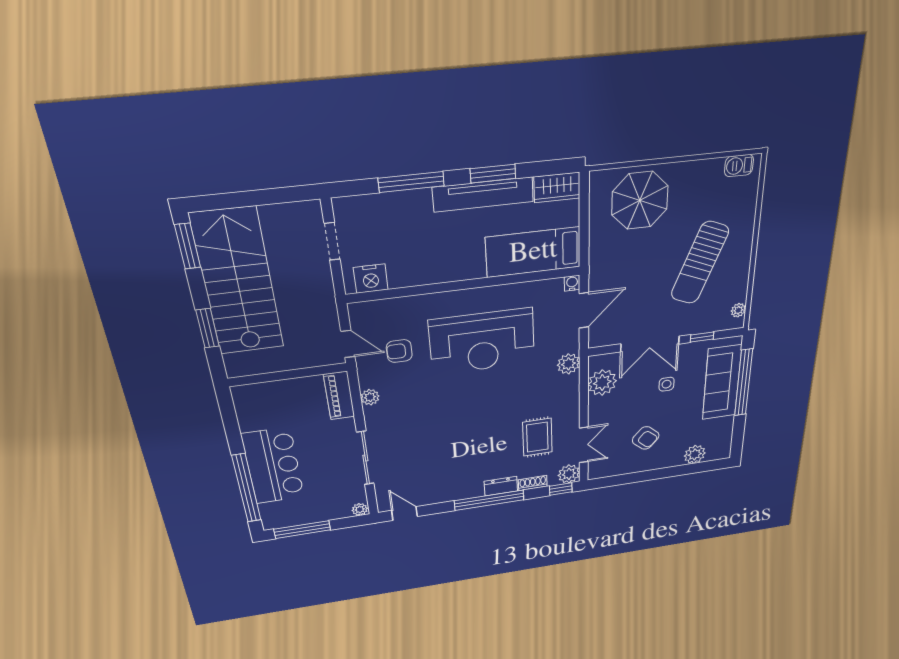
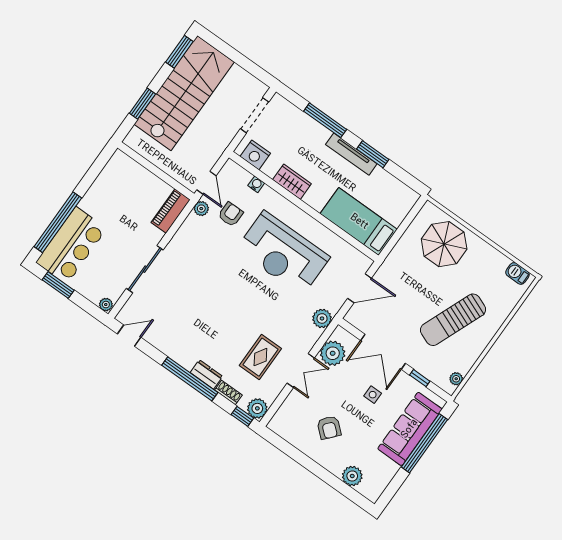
wardrobe: (557, 187) -> (292, 182), moved, turned 180
tv unit: (483, 195) -> (351, 154), width x0.73, depth x0.78
doorway: (332, 241) -> (255, 115), width x1.38
water cooler: (572, 283) -> (256, 184), moved
armchair: (399, 351) -> (231, 214), turned 90
plant: (370, 397) -> (201, 209), moved
double door: (584, 445) -> (301, 371), moved
bar counter: (273, 466) -> (71, 245), moved
door: (405, 513) -> (129, 336), hinge flipped
window: (302, 530) -> (58, 285), width x0.69

